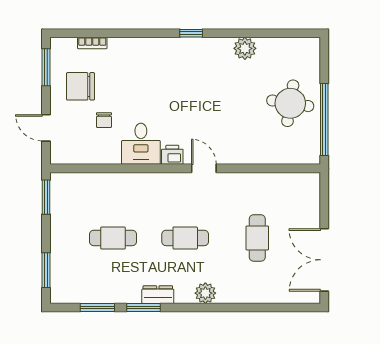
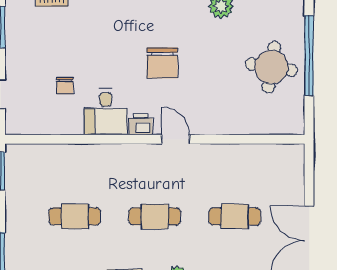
chair: (81, 86) -> (162, 63), moved, turned -90
window: (324, 119) -> (309, 56), moved
cafe table: (257, 238) -> (235, 216), turned 90

